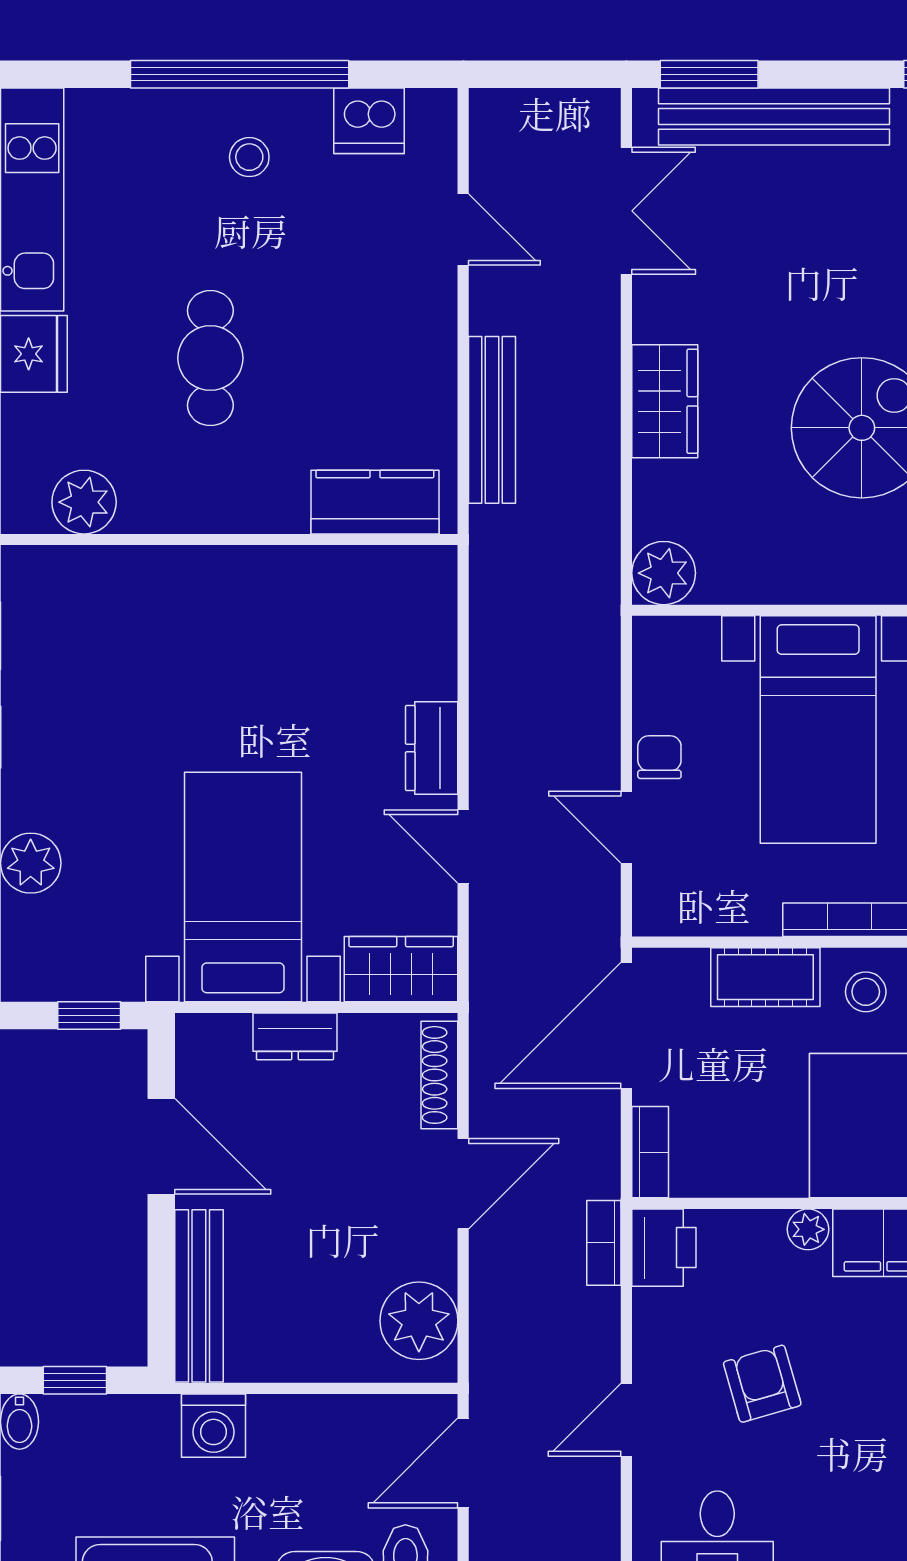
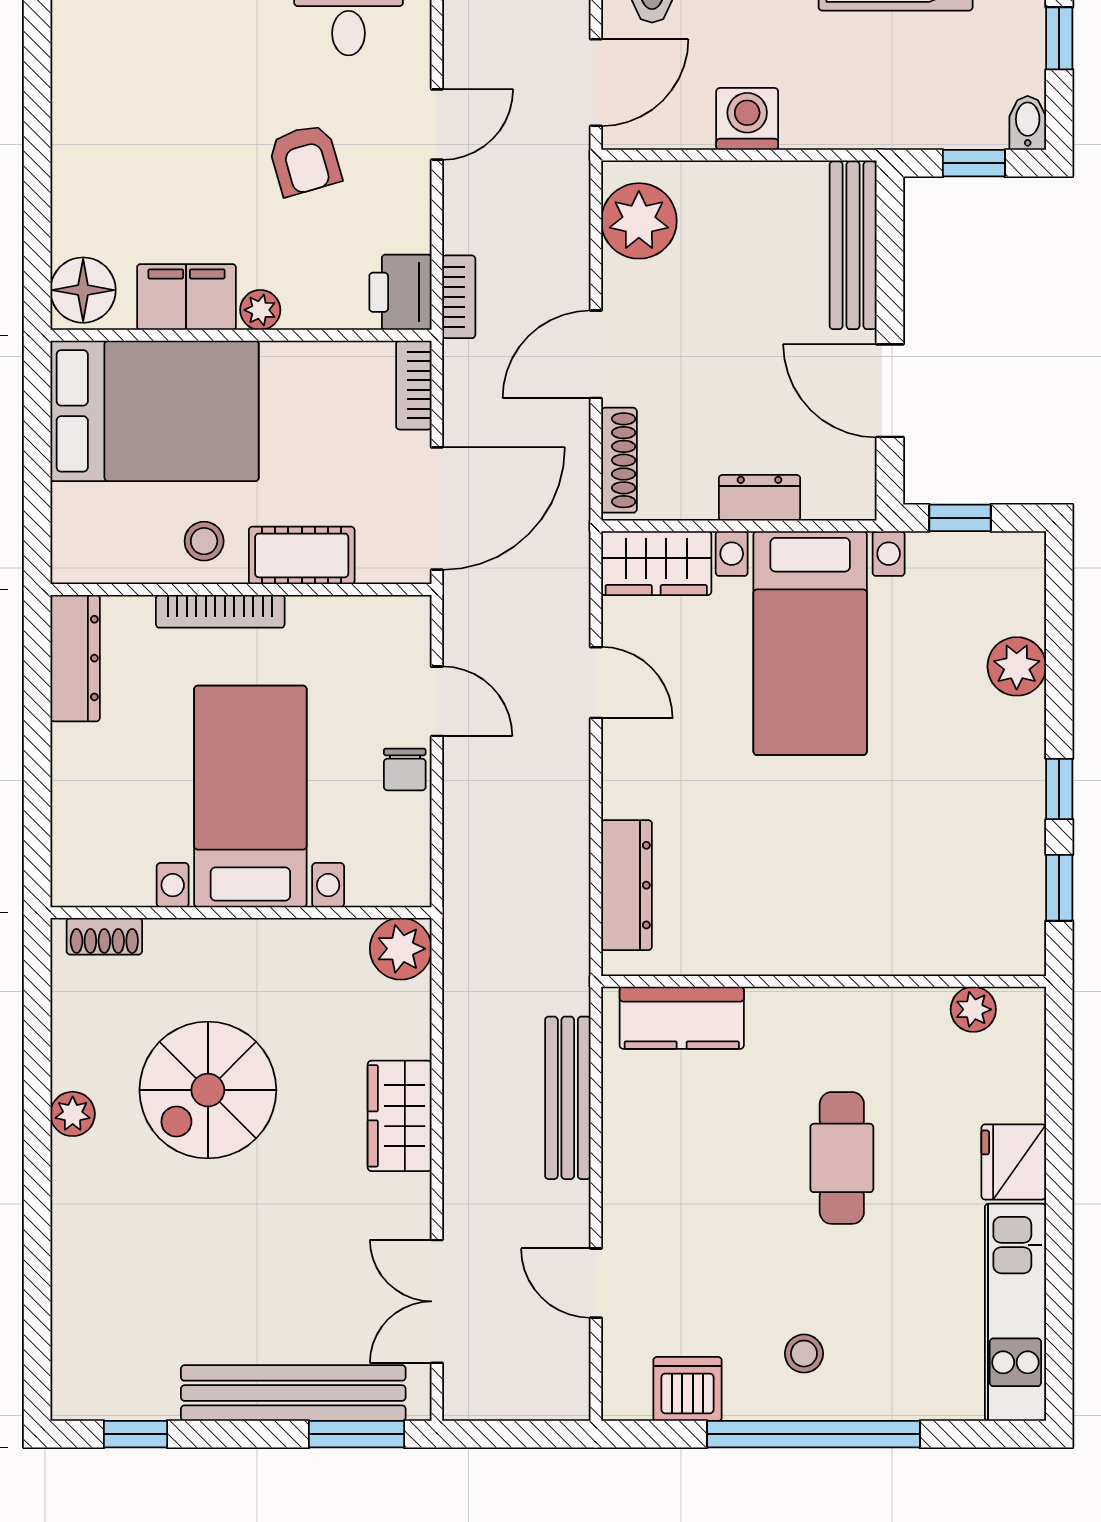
plant: (84, 502) -> (973, 1009), width x0.73, depth x0.73
dresser: (432, 748) -> (627, 885), moved, width x1.44
washing machine: (213, 1426) -> (747, 119), moved

